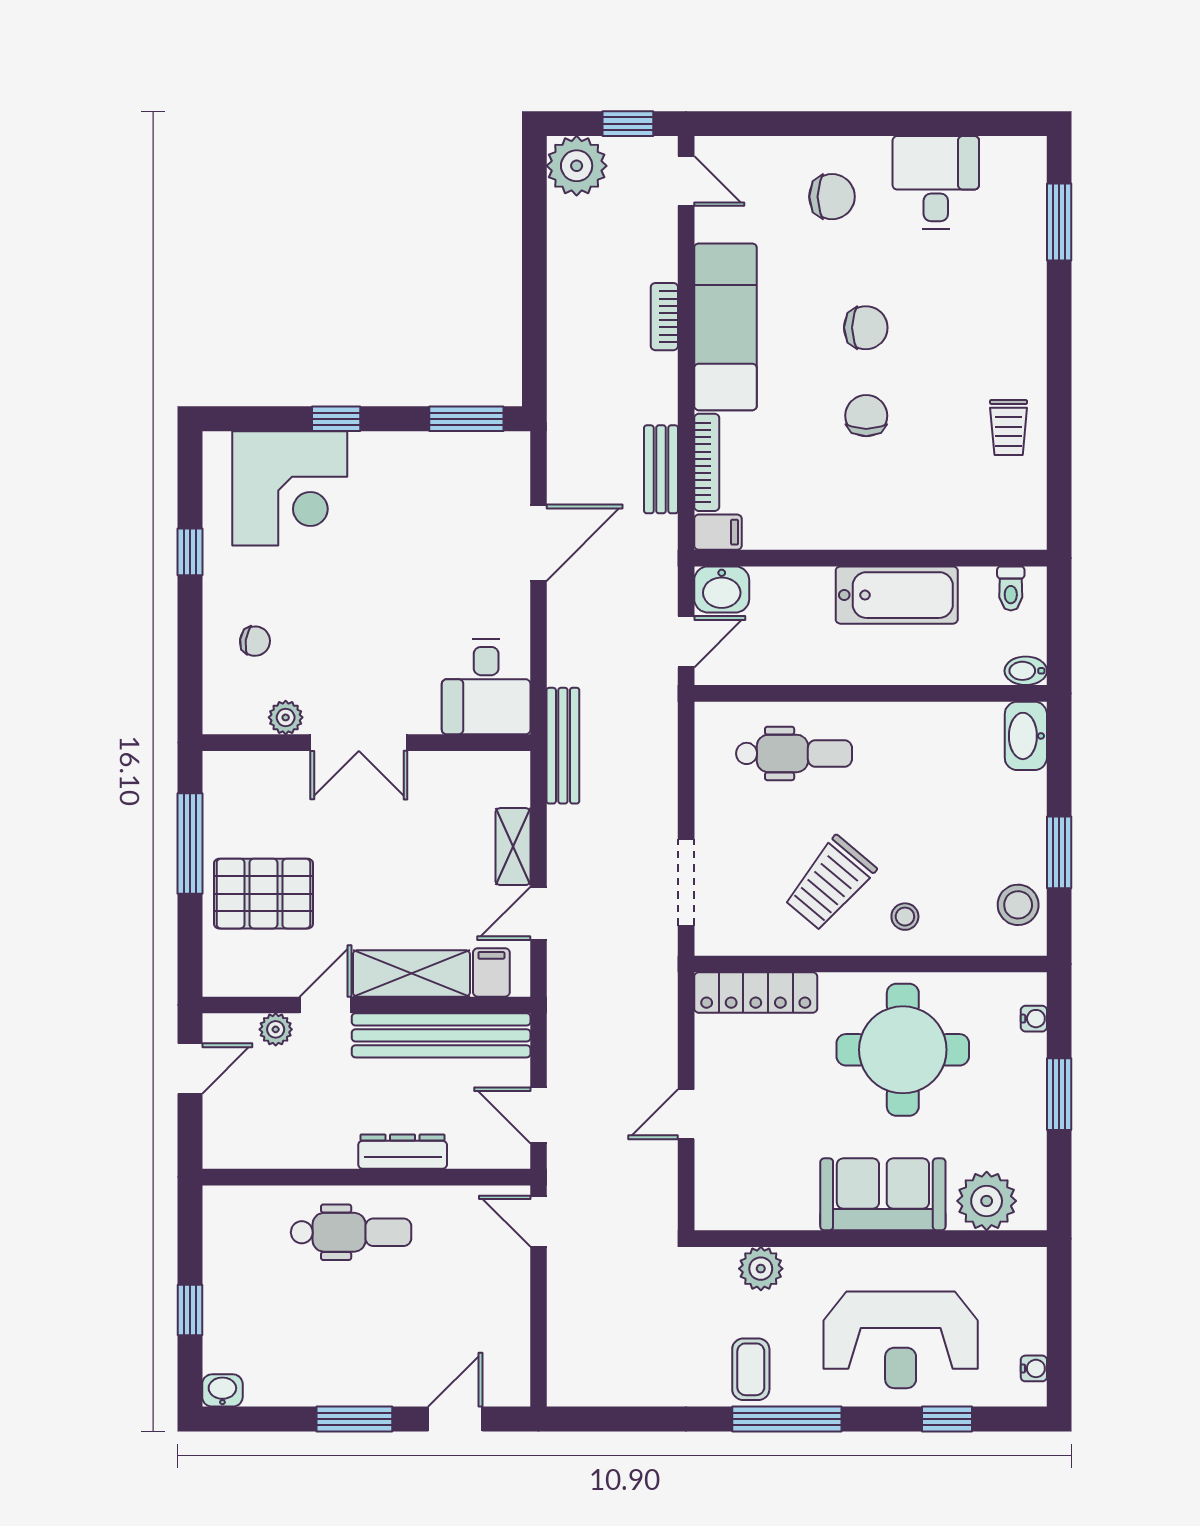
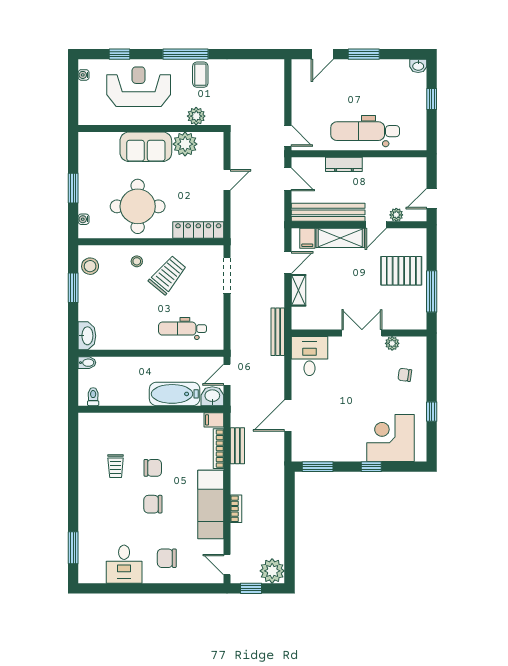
chair: (866, 416) -> (153, 468), turned -90
trolley: (1009, 427) -> (116, 466), moved, turned 180
bathtub: (897, 595) -> (175, 394), moved
plant: (987, 1201) -> (185, 144), moved
dental chair: (351, 1232) -> (365, 131), width x1.36, depth x1.38

